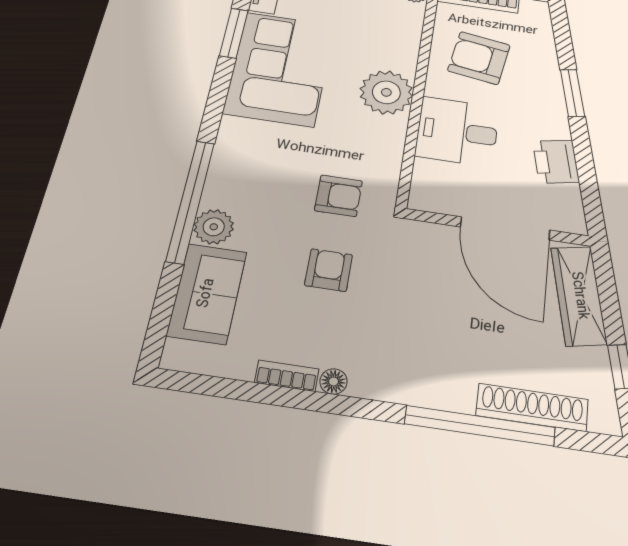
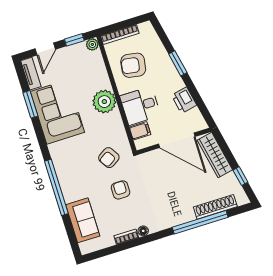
filing cabinet: (433, 176) -> (140, 131), added
armchair: (338, 196) -> (109, 158), turned 148
plant: (214, 227) -> (71, 193), removed

